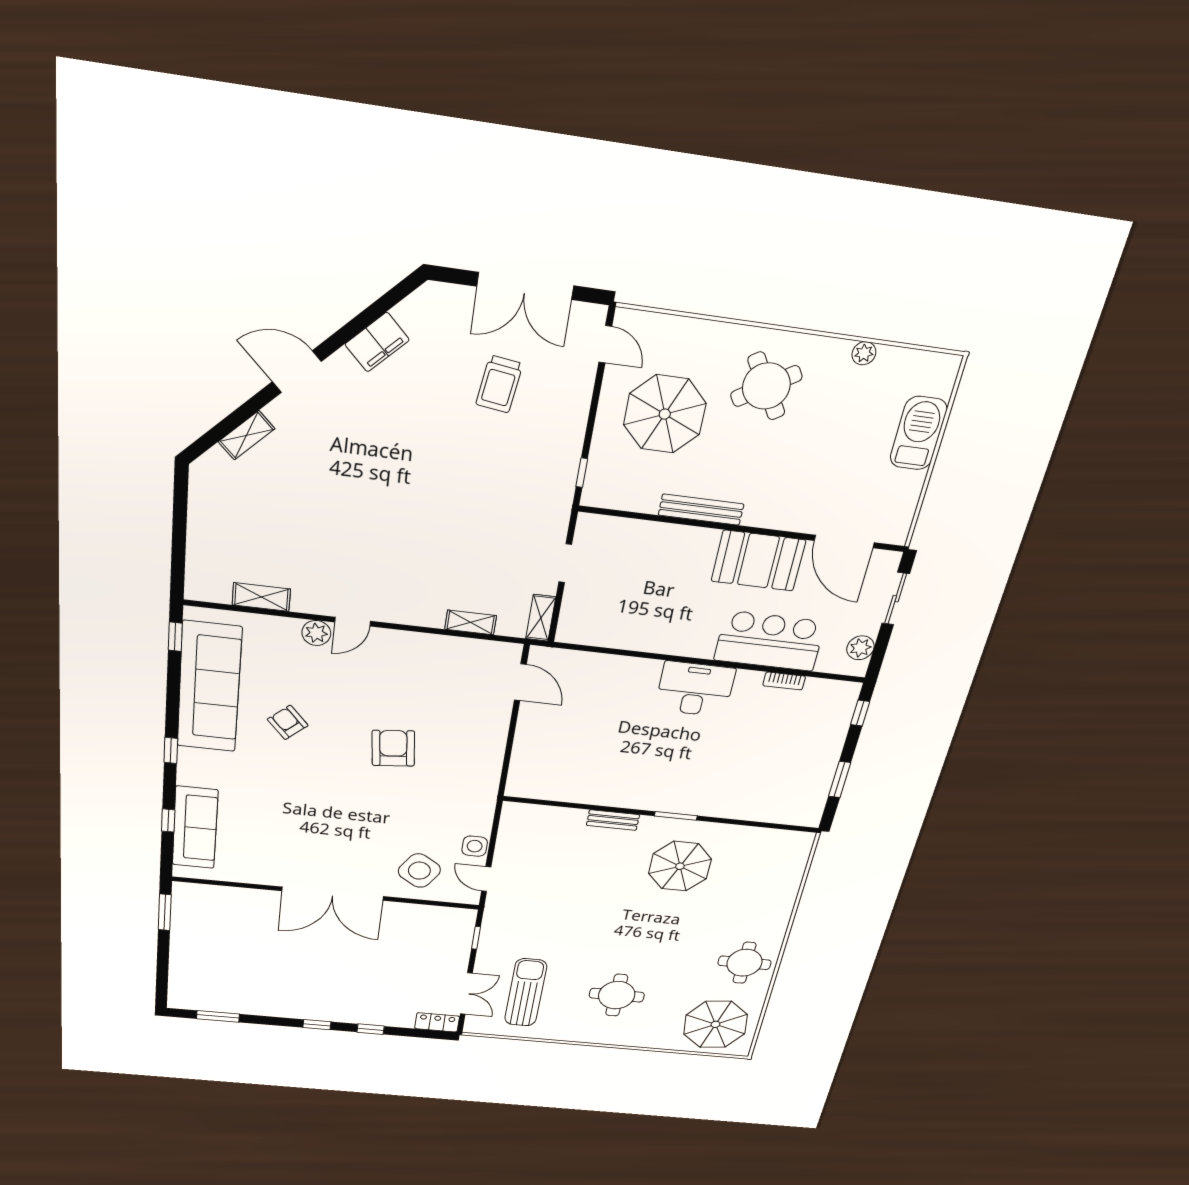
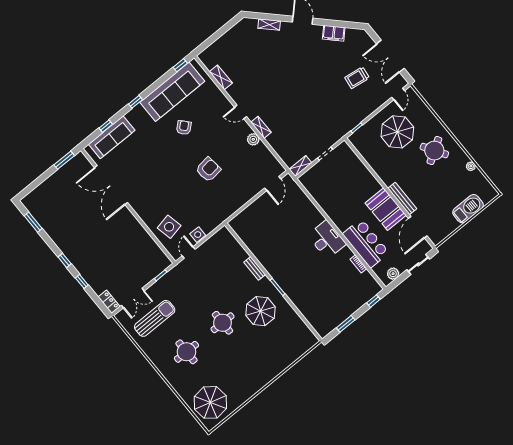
bench: (701, 510) -> (402, 198), moved
shelving: (471, 622) -> (261, 127), moved
plant: (316, 633) -> (253, 139), moved
side table: (419, 871) -> (169, 227), turned 45
double door: (333, 894) -> (111, 185), moved
round table: (744, 963) -> (222, 323), moved

